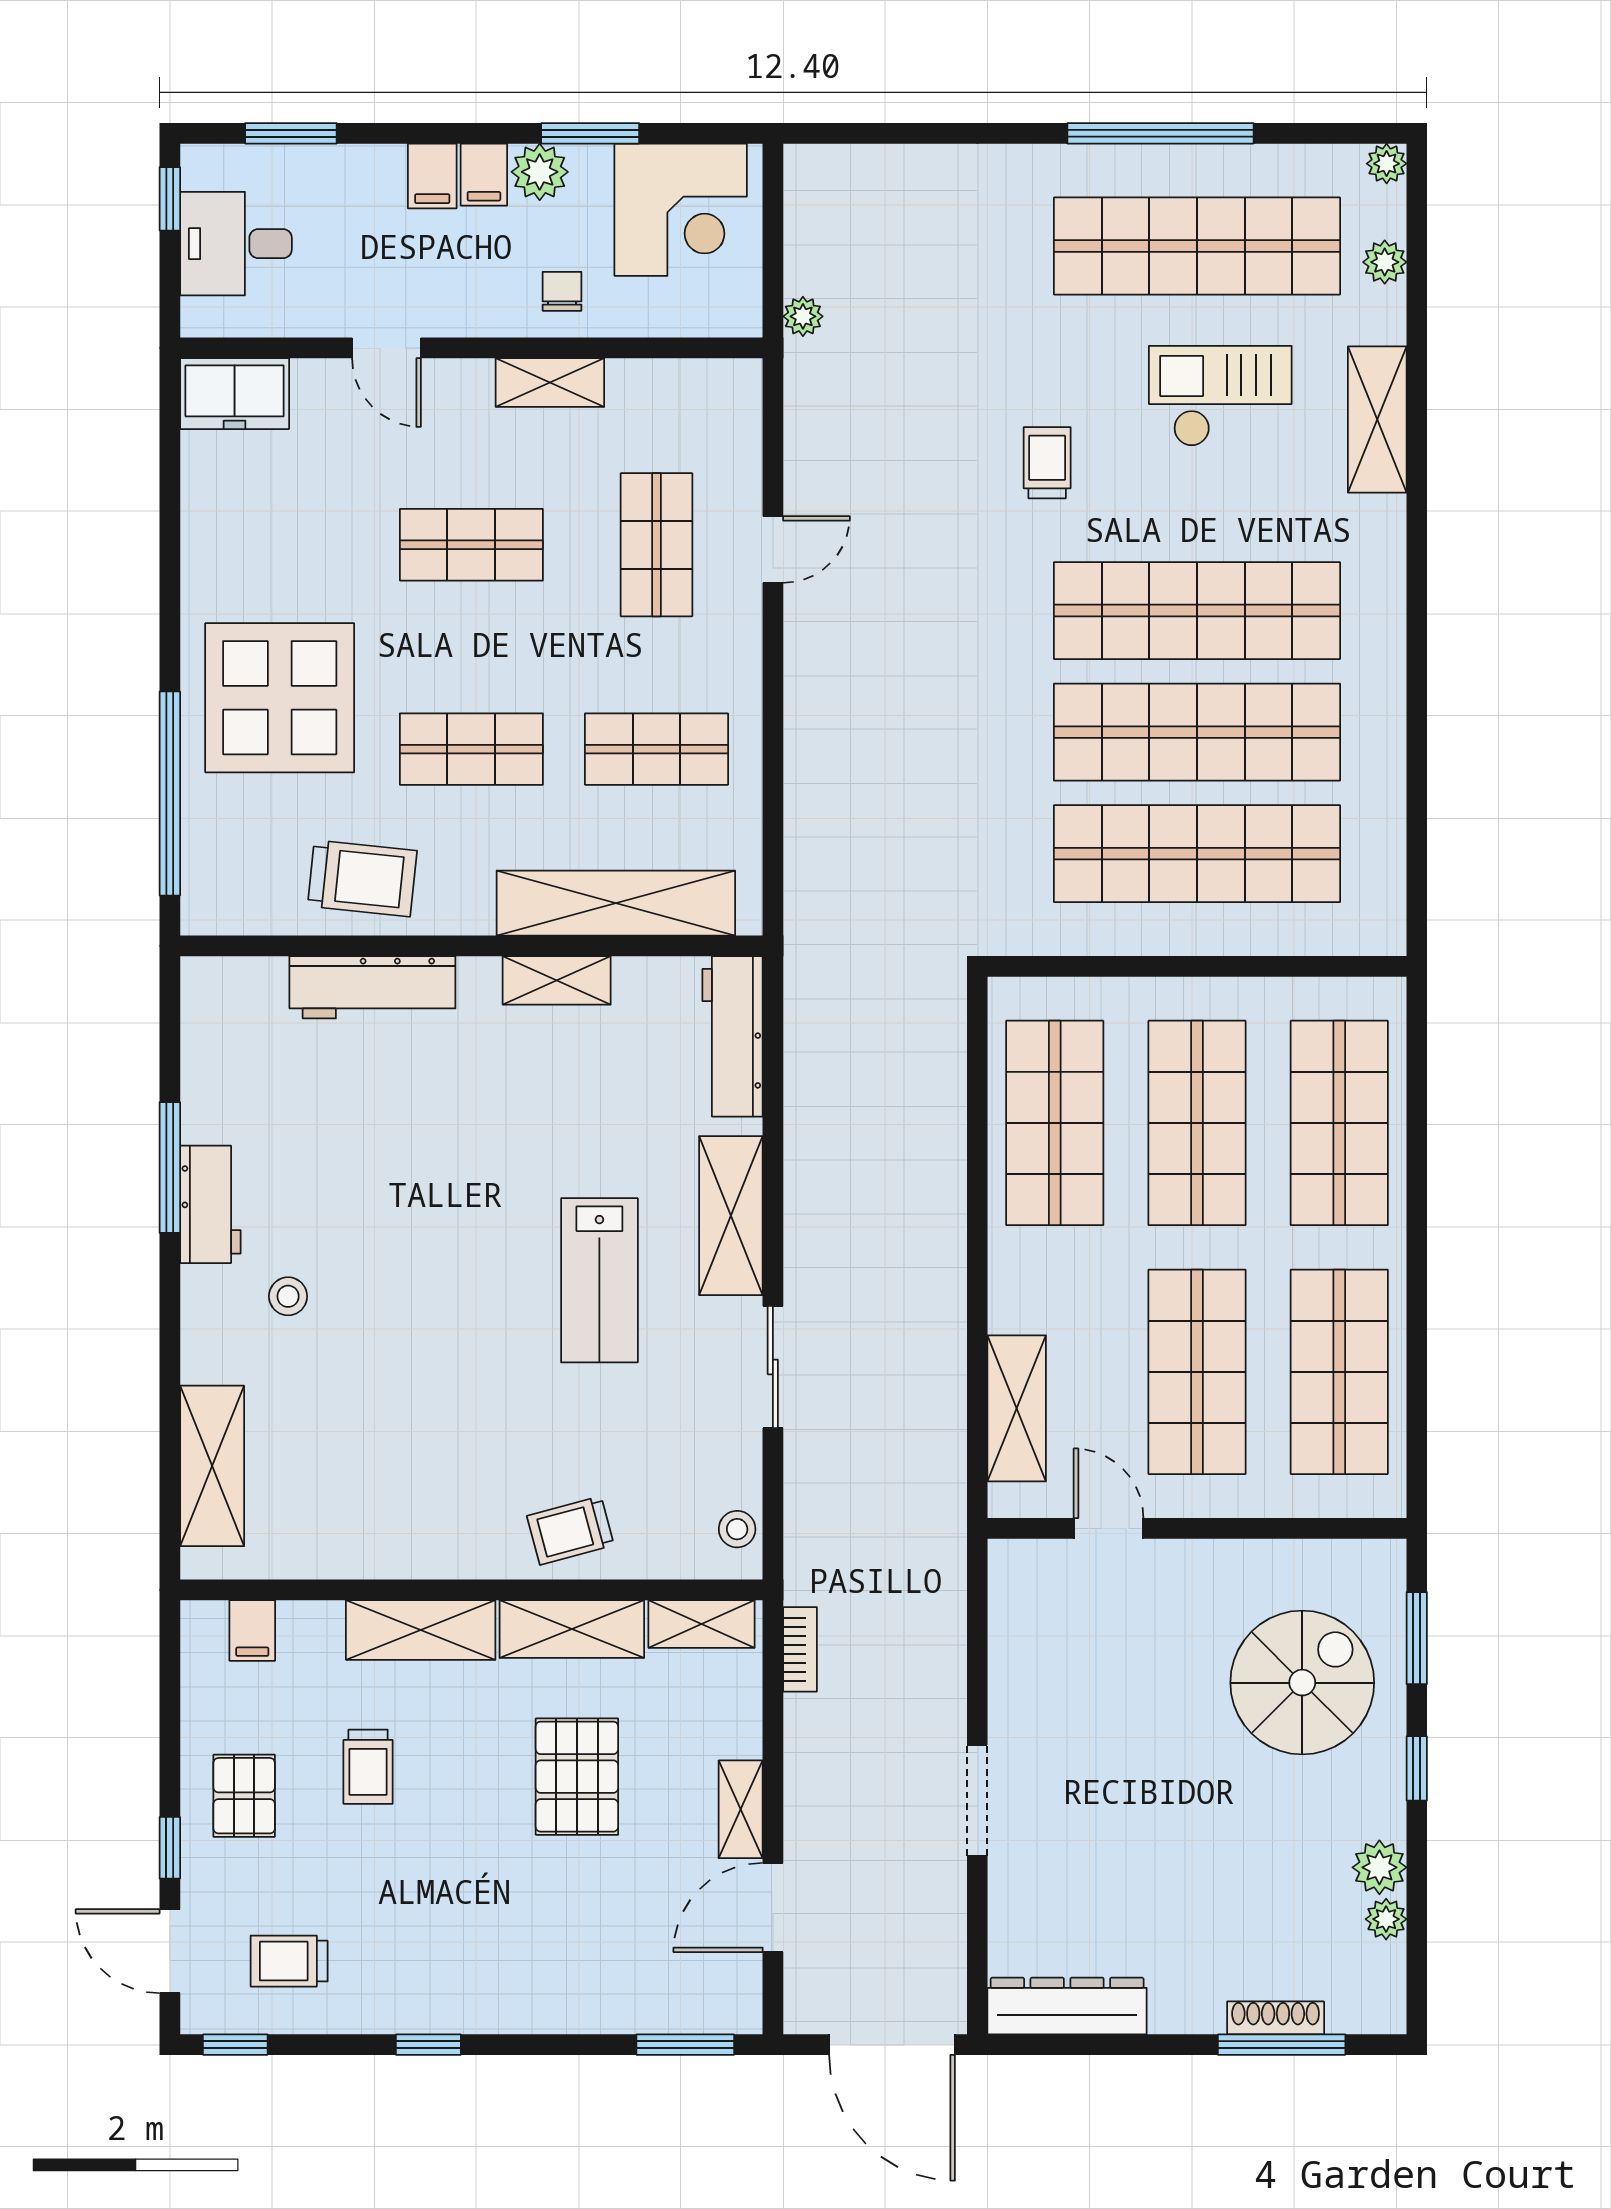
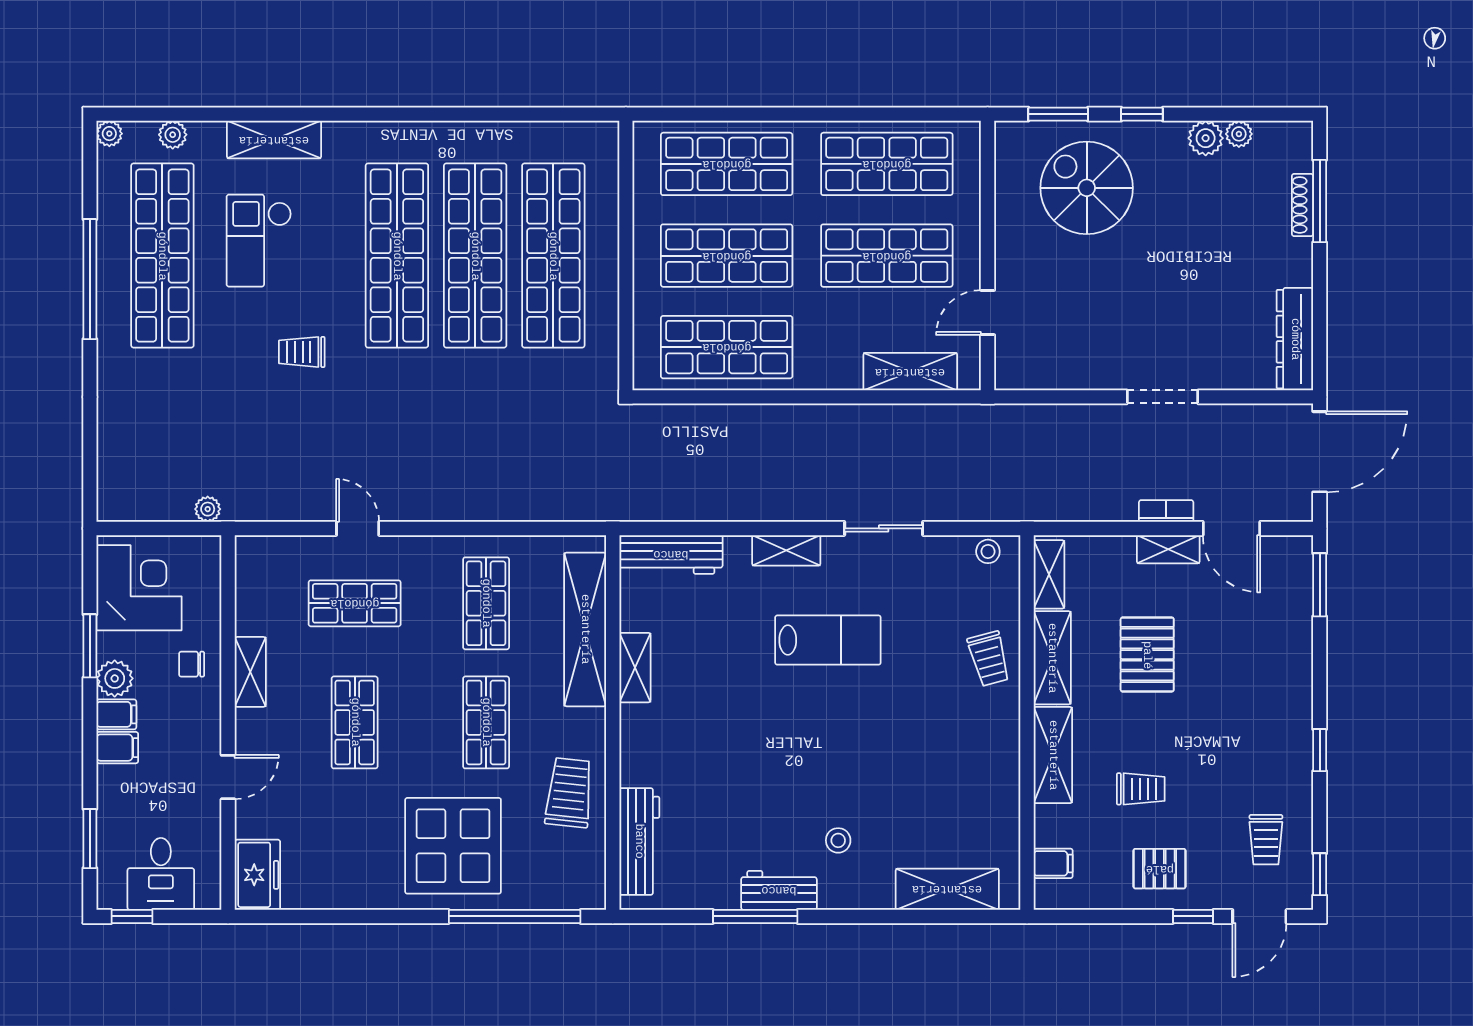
workbench: (372, 987) -> (639, 841), moved
shelving: (731, 1216) -> (786, 550), width x0.67, depth x0.75
bookcase: (800, 1649) -> (1166, 511), moved
pallet: (577, 1777) -> (1147, 655), turned 90

